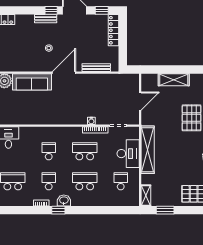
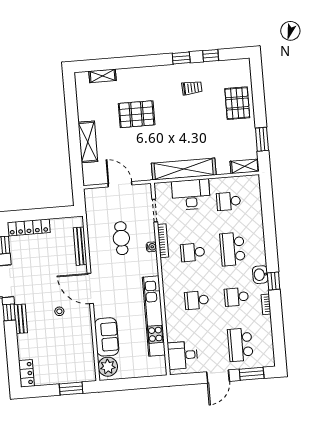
sofa: (32, 82) -> (107, 337), width x0.73
cafe table: (100, 99) -> (121, 238), added
kitchen unit: (39, 118) -> (154, 316), added
school desk: (85, 151) -> (193, 252), width x0.54

